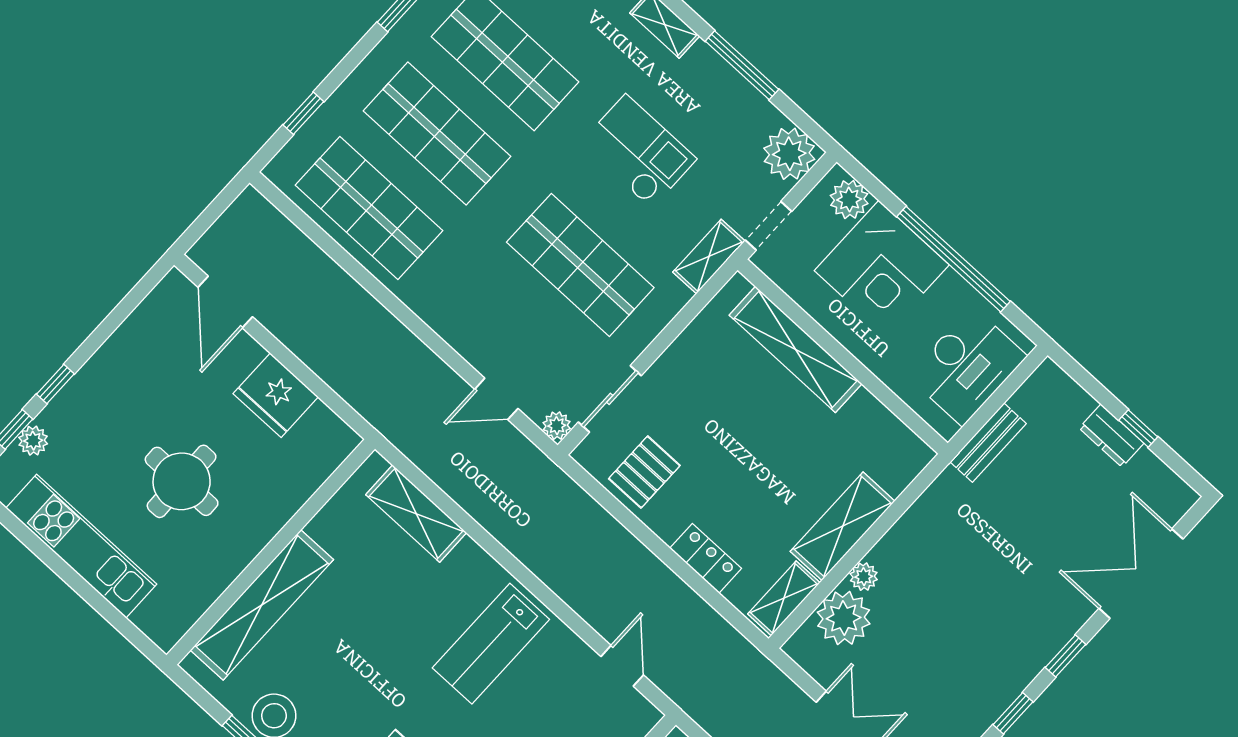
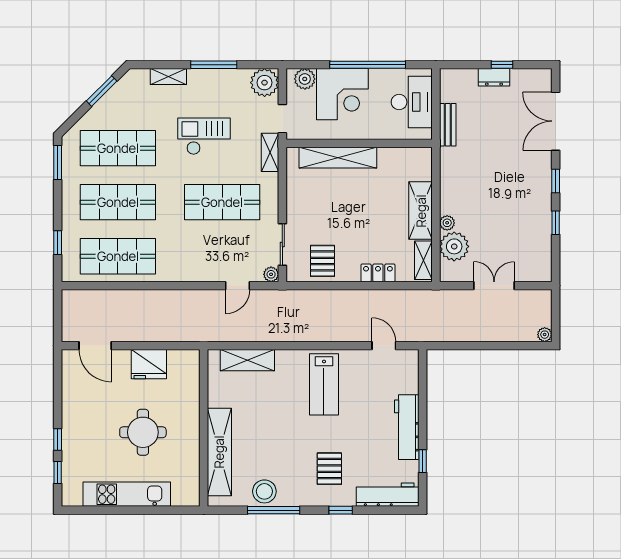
plant: (33, 441) -> (69, 470), removed

